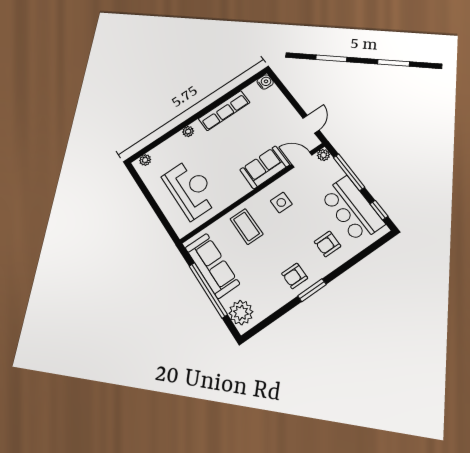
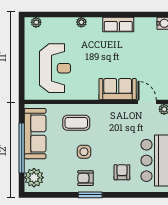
row of seats: (224, 111) -> (118, 25), width x0.68
side table: (281, 202) -> (84, 152), moved
coffee table: (247, 226) -> (76, 123), turned 90
armchair: (328, 244) -> (122, 172), turned 90

